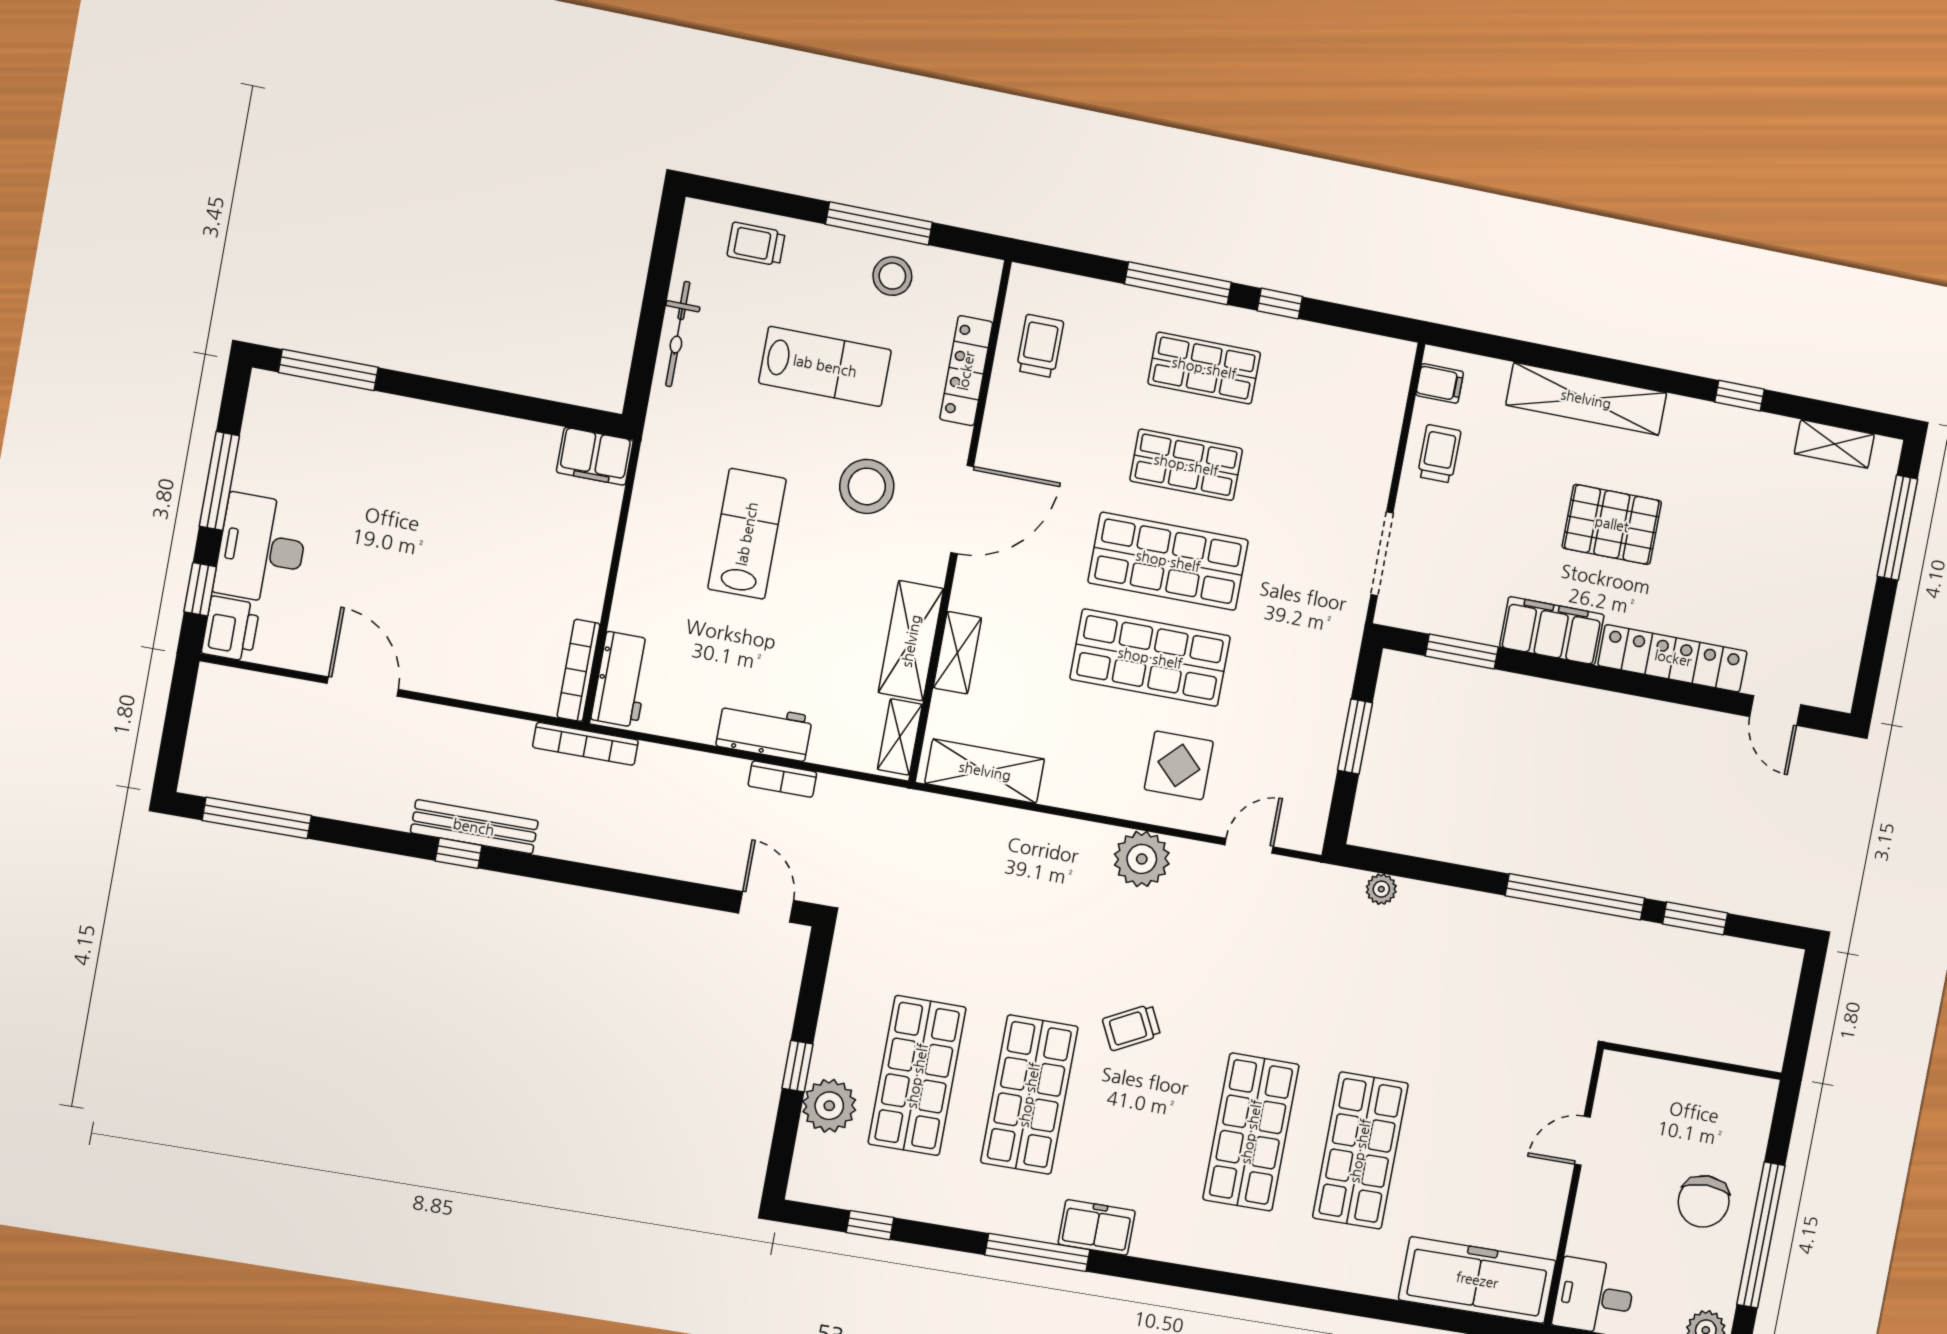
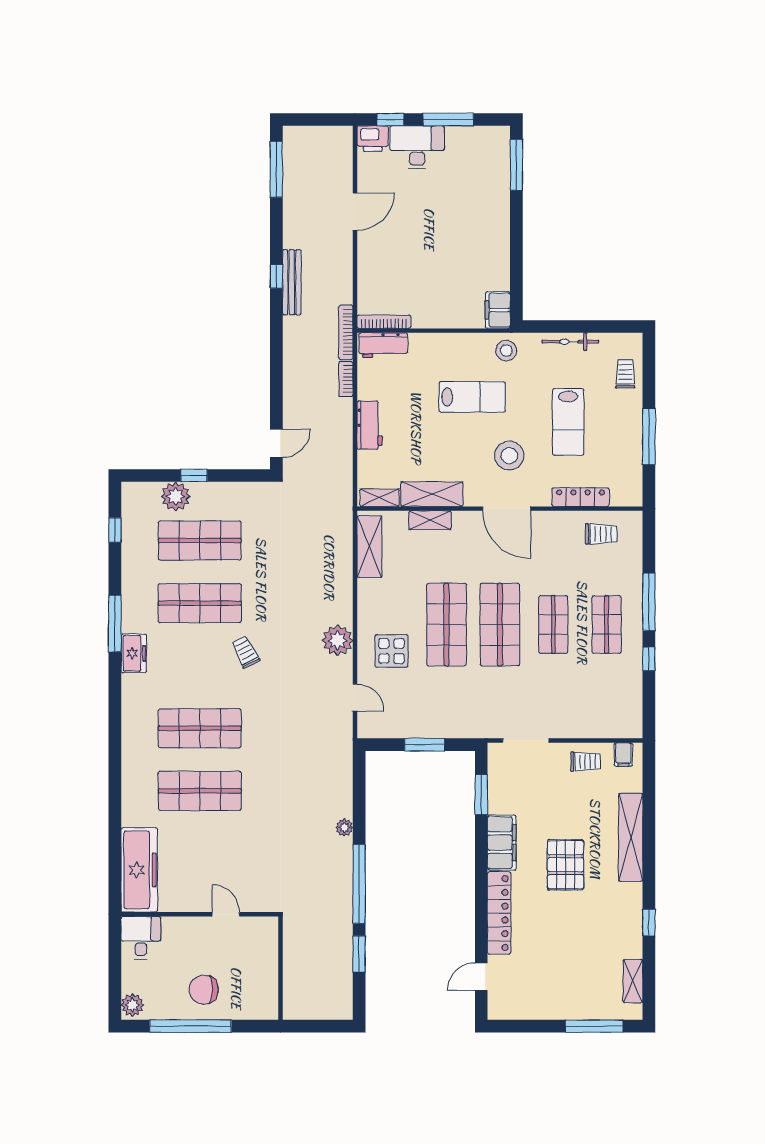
stool: (892, 276) -> (506, 351), moved
bookcase: (782, 779) -> (346, 379), moved
plant: (1381, 889) -> (344, 828), moved

